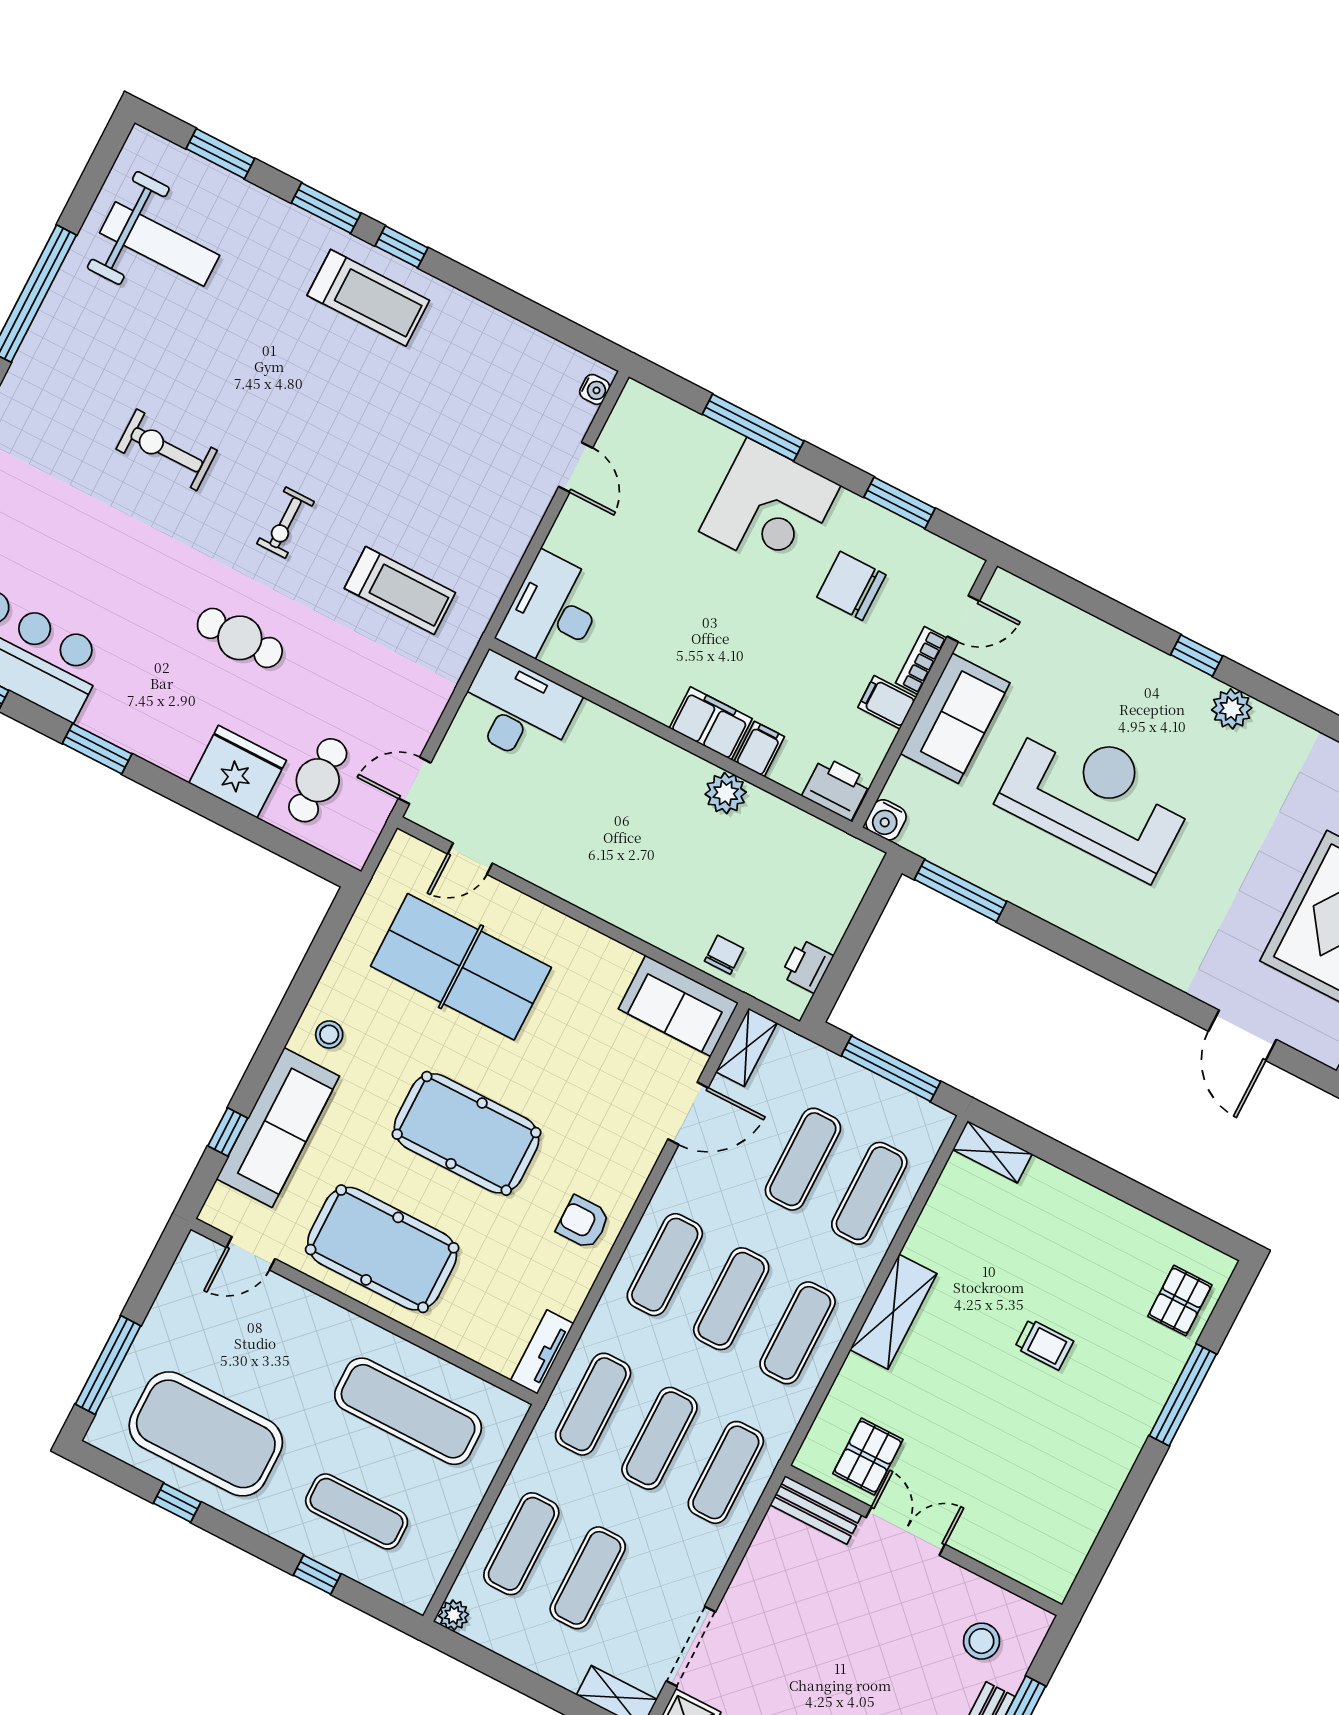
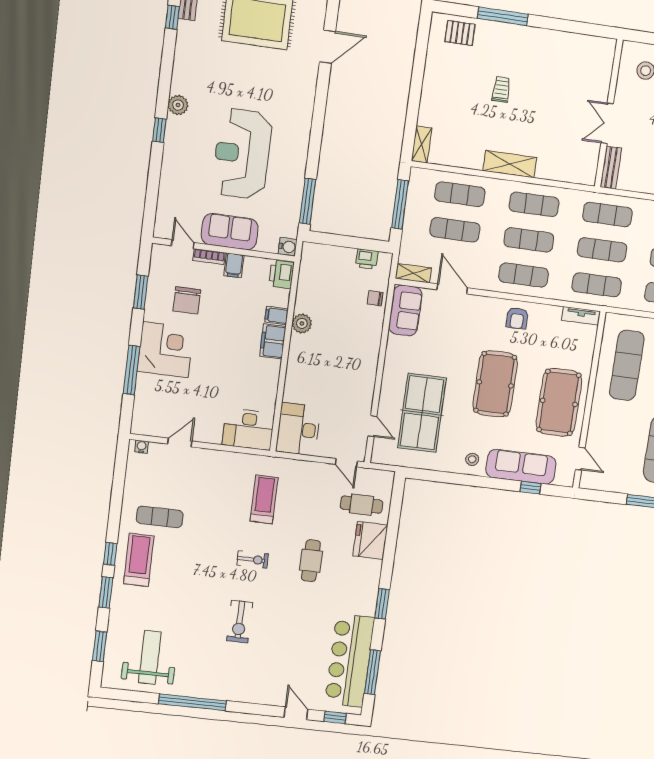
exercise mat: (440, 372) -> (160, 517), added
pallet: (868, 1457) -> (579, 152), removed

